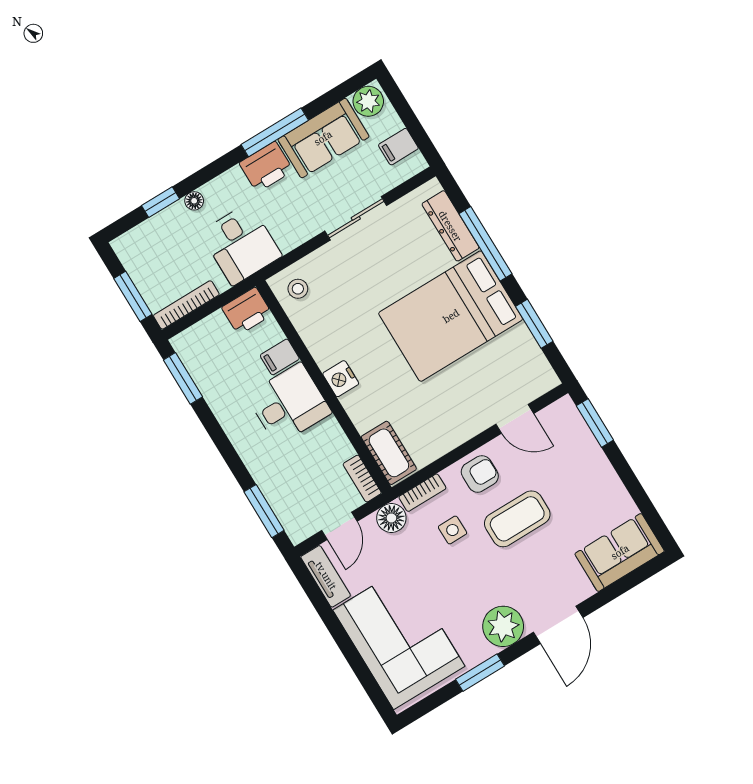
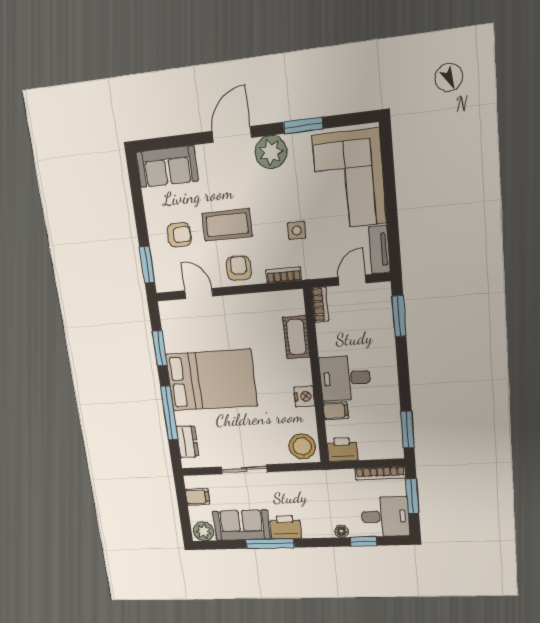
dresser: (450, 226) -> (187, 442), width x0.70
desk: (241, 244) -> (385, 517), moved, turned 90
stool: (298, 289) -> (302, 446), width x1.89, depth x1.89
nightstand: (341, 379) -> (304, 396), moved
cot: (389, 453) -> (296, 337), moved
armchair: (480, 474) -> (239, 268), turned 90
armchair: (570, 479) -> (179, 235), added
floor lamp: (391, 518) -> (313, 268), removed
side table: (452, 530) -> (297, 230), moved

